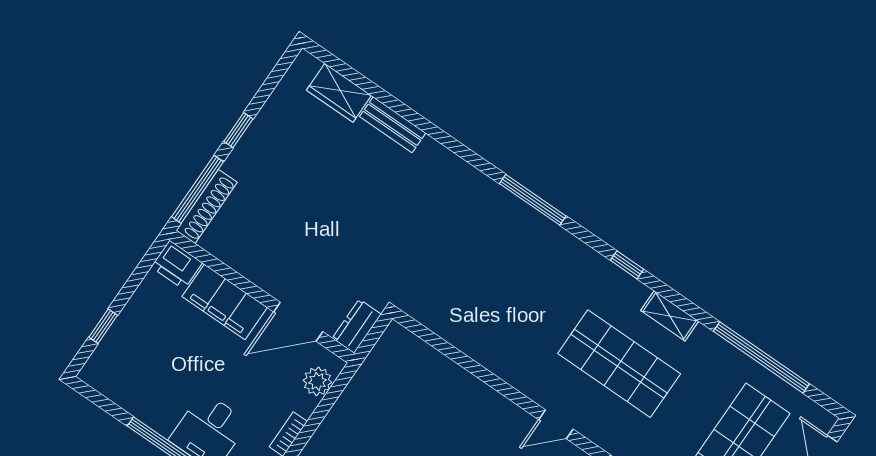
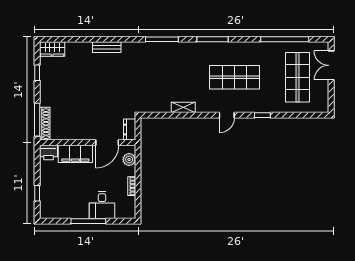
wardrobe: (339, 93) -> (52, 49), moved
bench: (393, 125) -> (107, 47), moved
window: (238, 130) -> (37, 73), moved
window: (627, 265) -> (213, 39), width x2.17
shelving: (670, 316) -> (183, 107), moved

